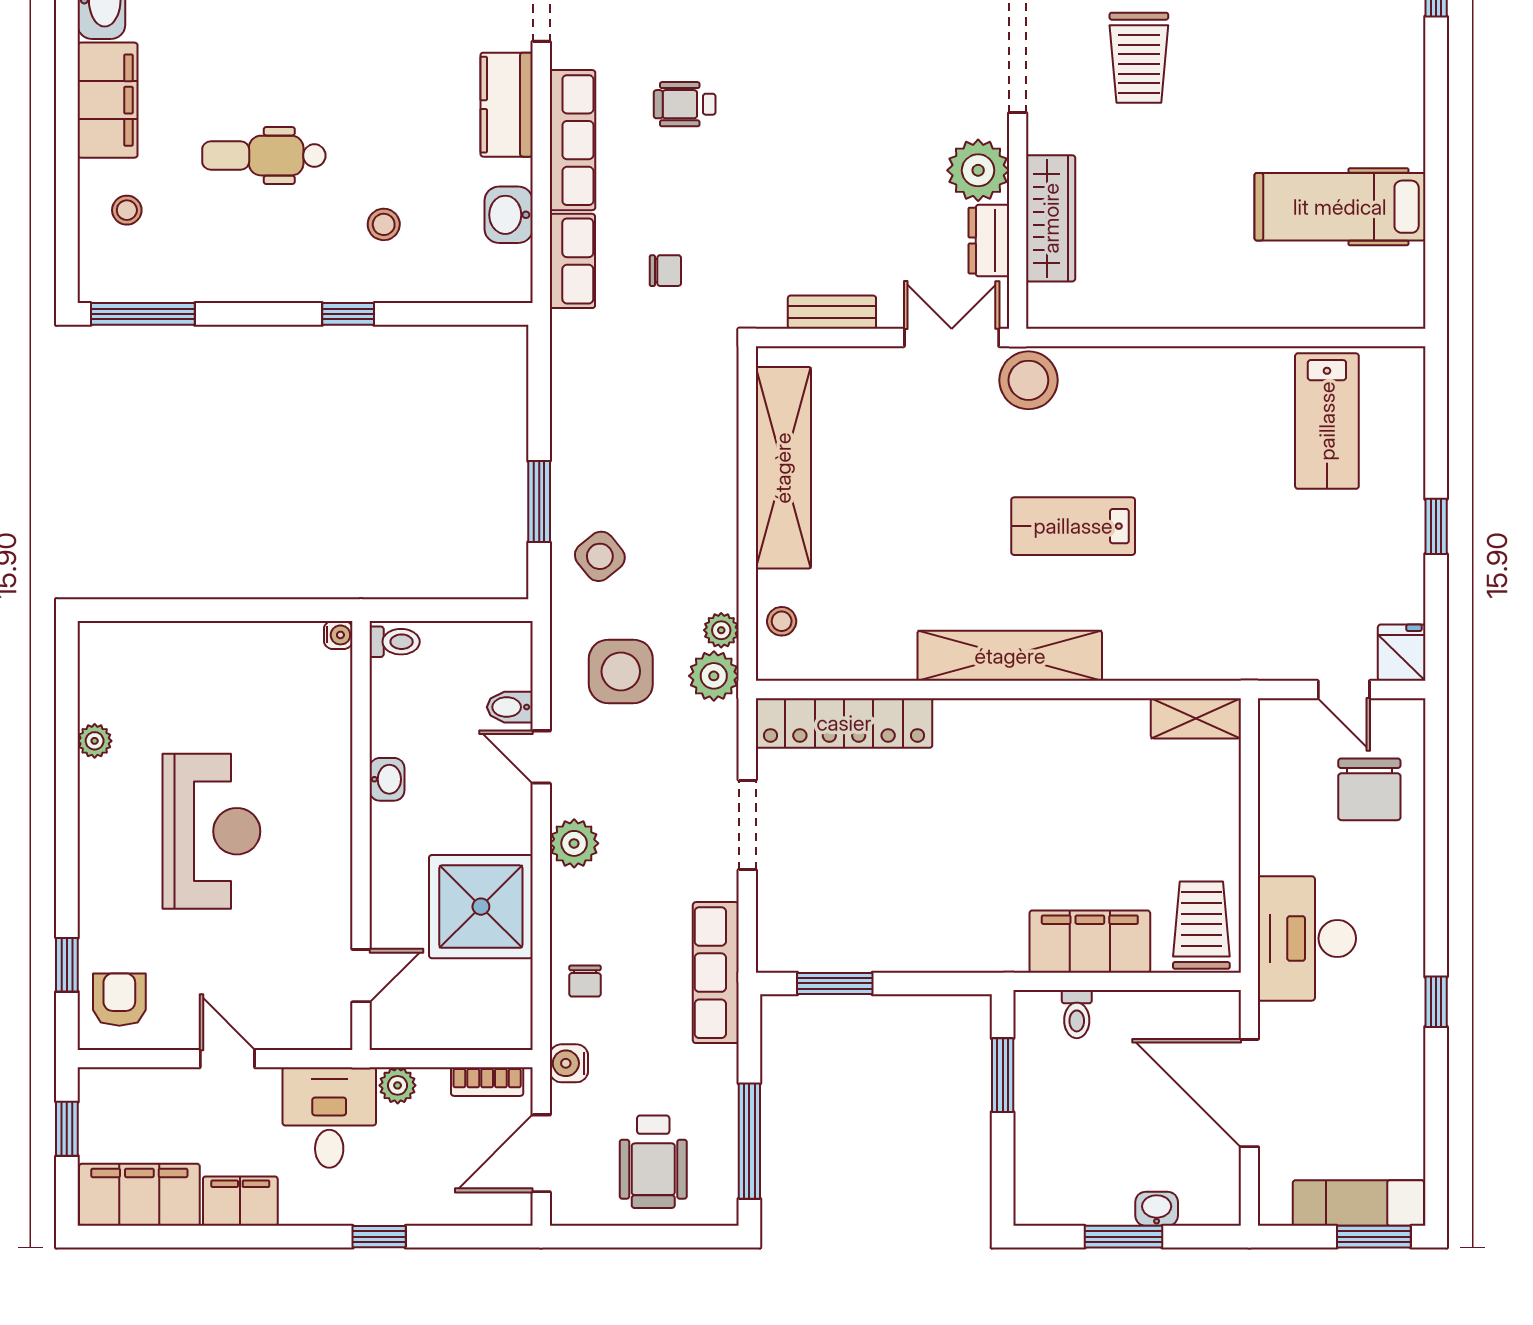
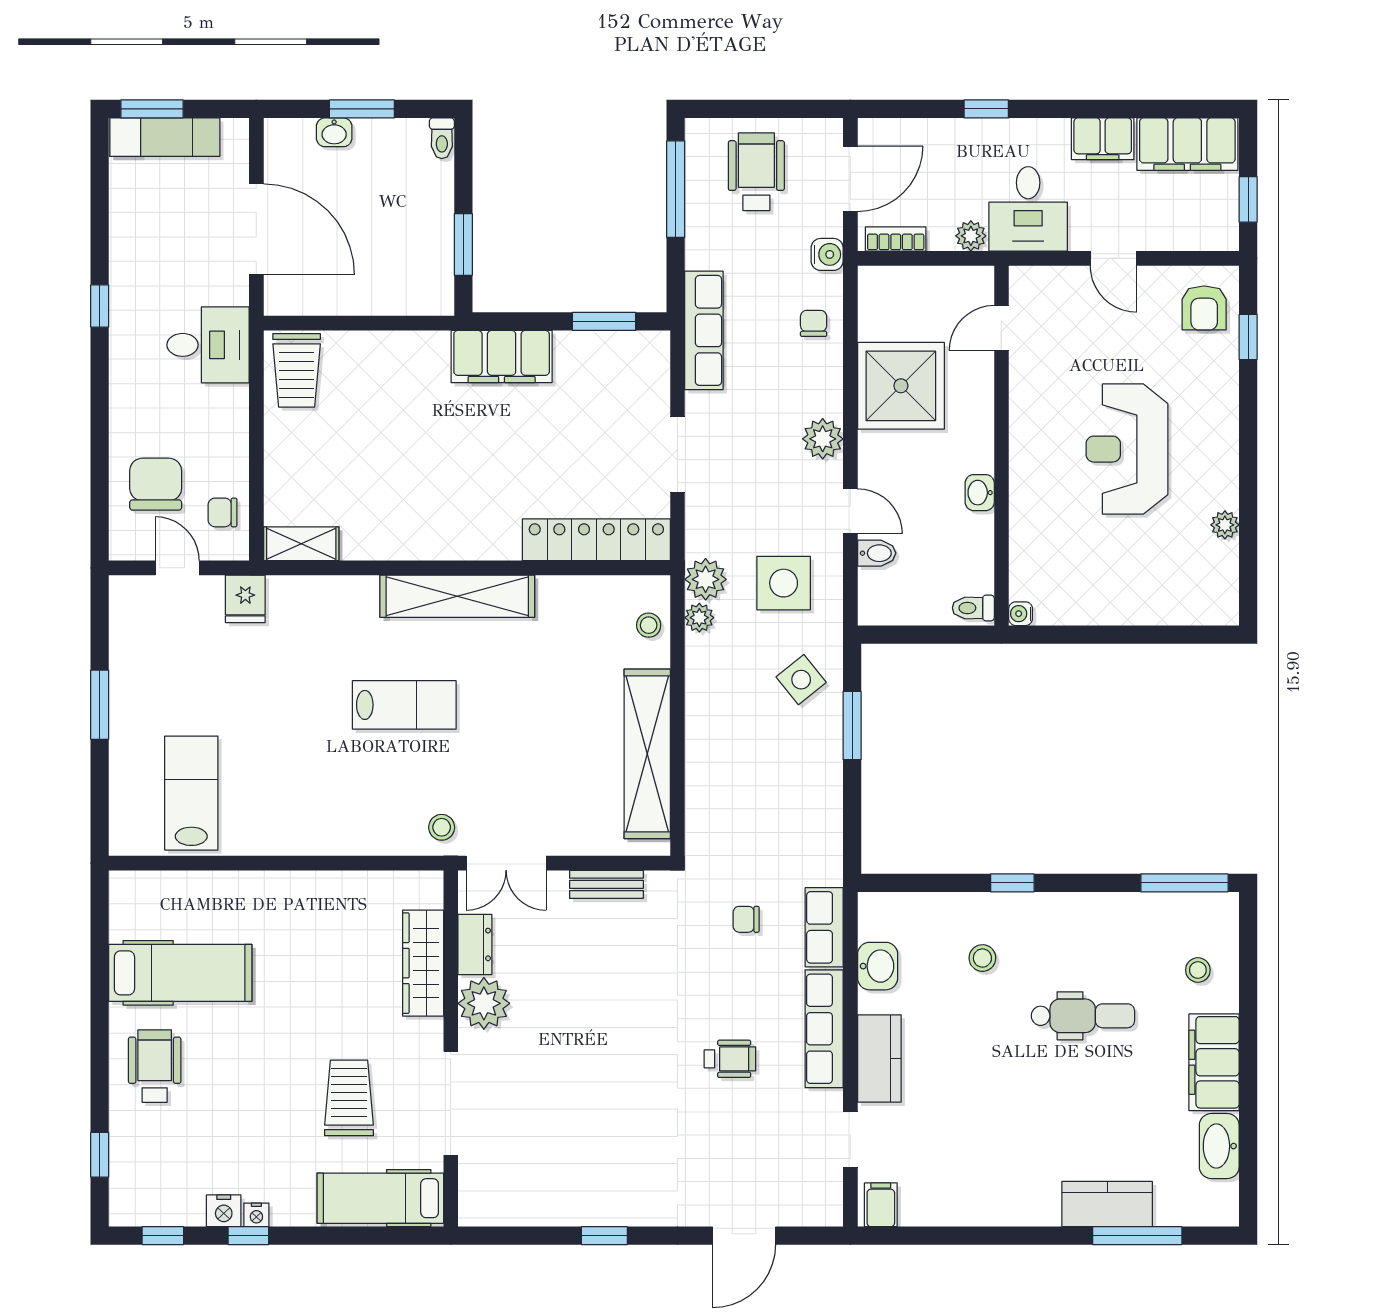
wheelchair: (1371, 96) -> (155, 1066), added
stool: (1028, 380) -> (442, 827), width x0.53, depth x0.53
window: (1436, 526) -> (100, 705), width x1.50
fridge: (1402, 653) -> (245, 599), moved
chair: (1290, 756) -> (222, 512), added
desk: (1307, 938) -> (208, 345), width x0.73
filing cabinet: (1090, 942) -> (502, 357), moved
toilet: (1077, 1014) -> (442, 138), moved, turned 180

